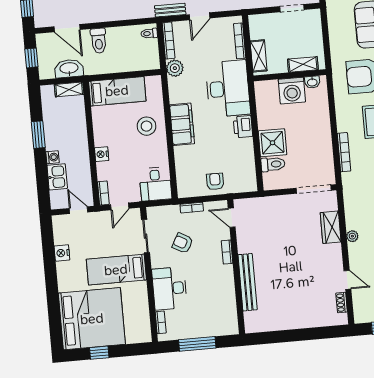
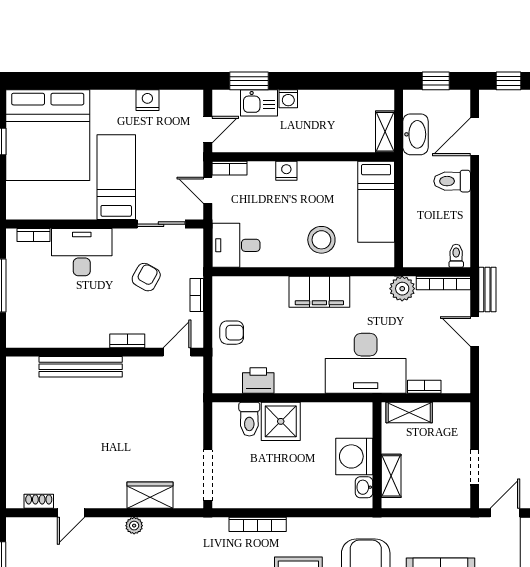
bookcase: (240, 41) -> (424, 387), width x0.64
printer: (243, 127) -> (258, 380), moved
window: (38, 135) -> (249, 81), moved

